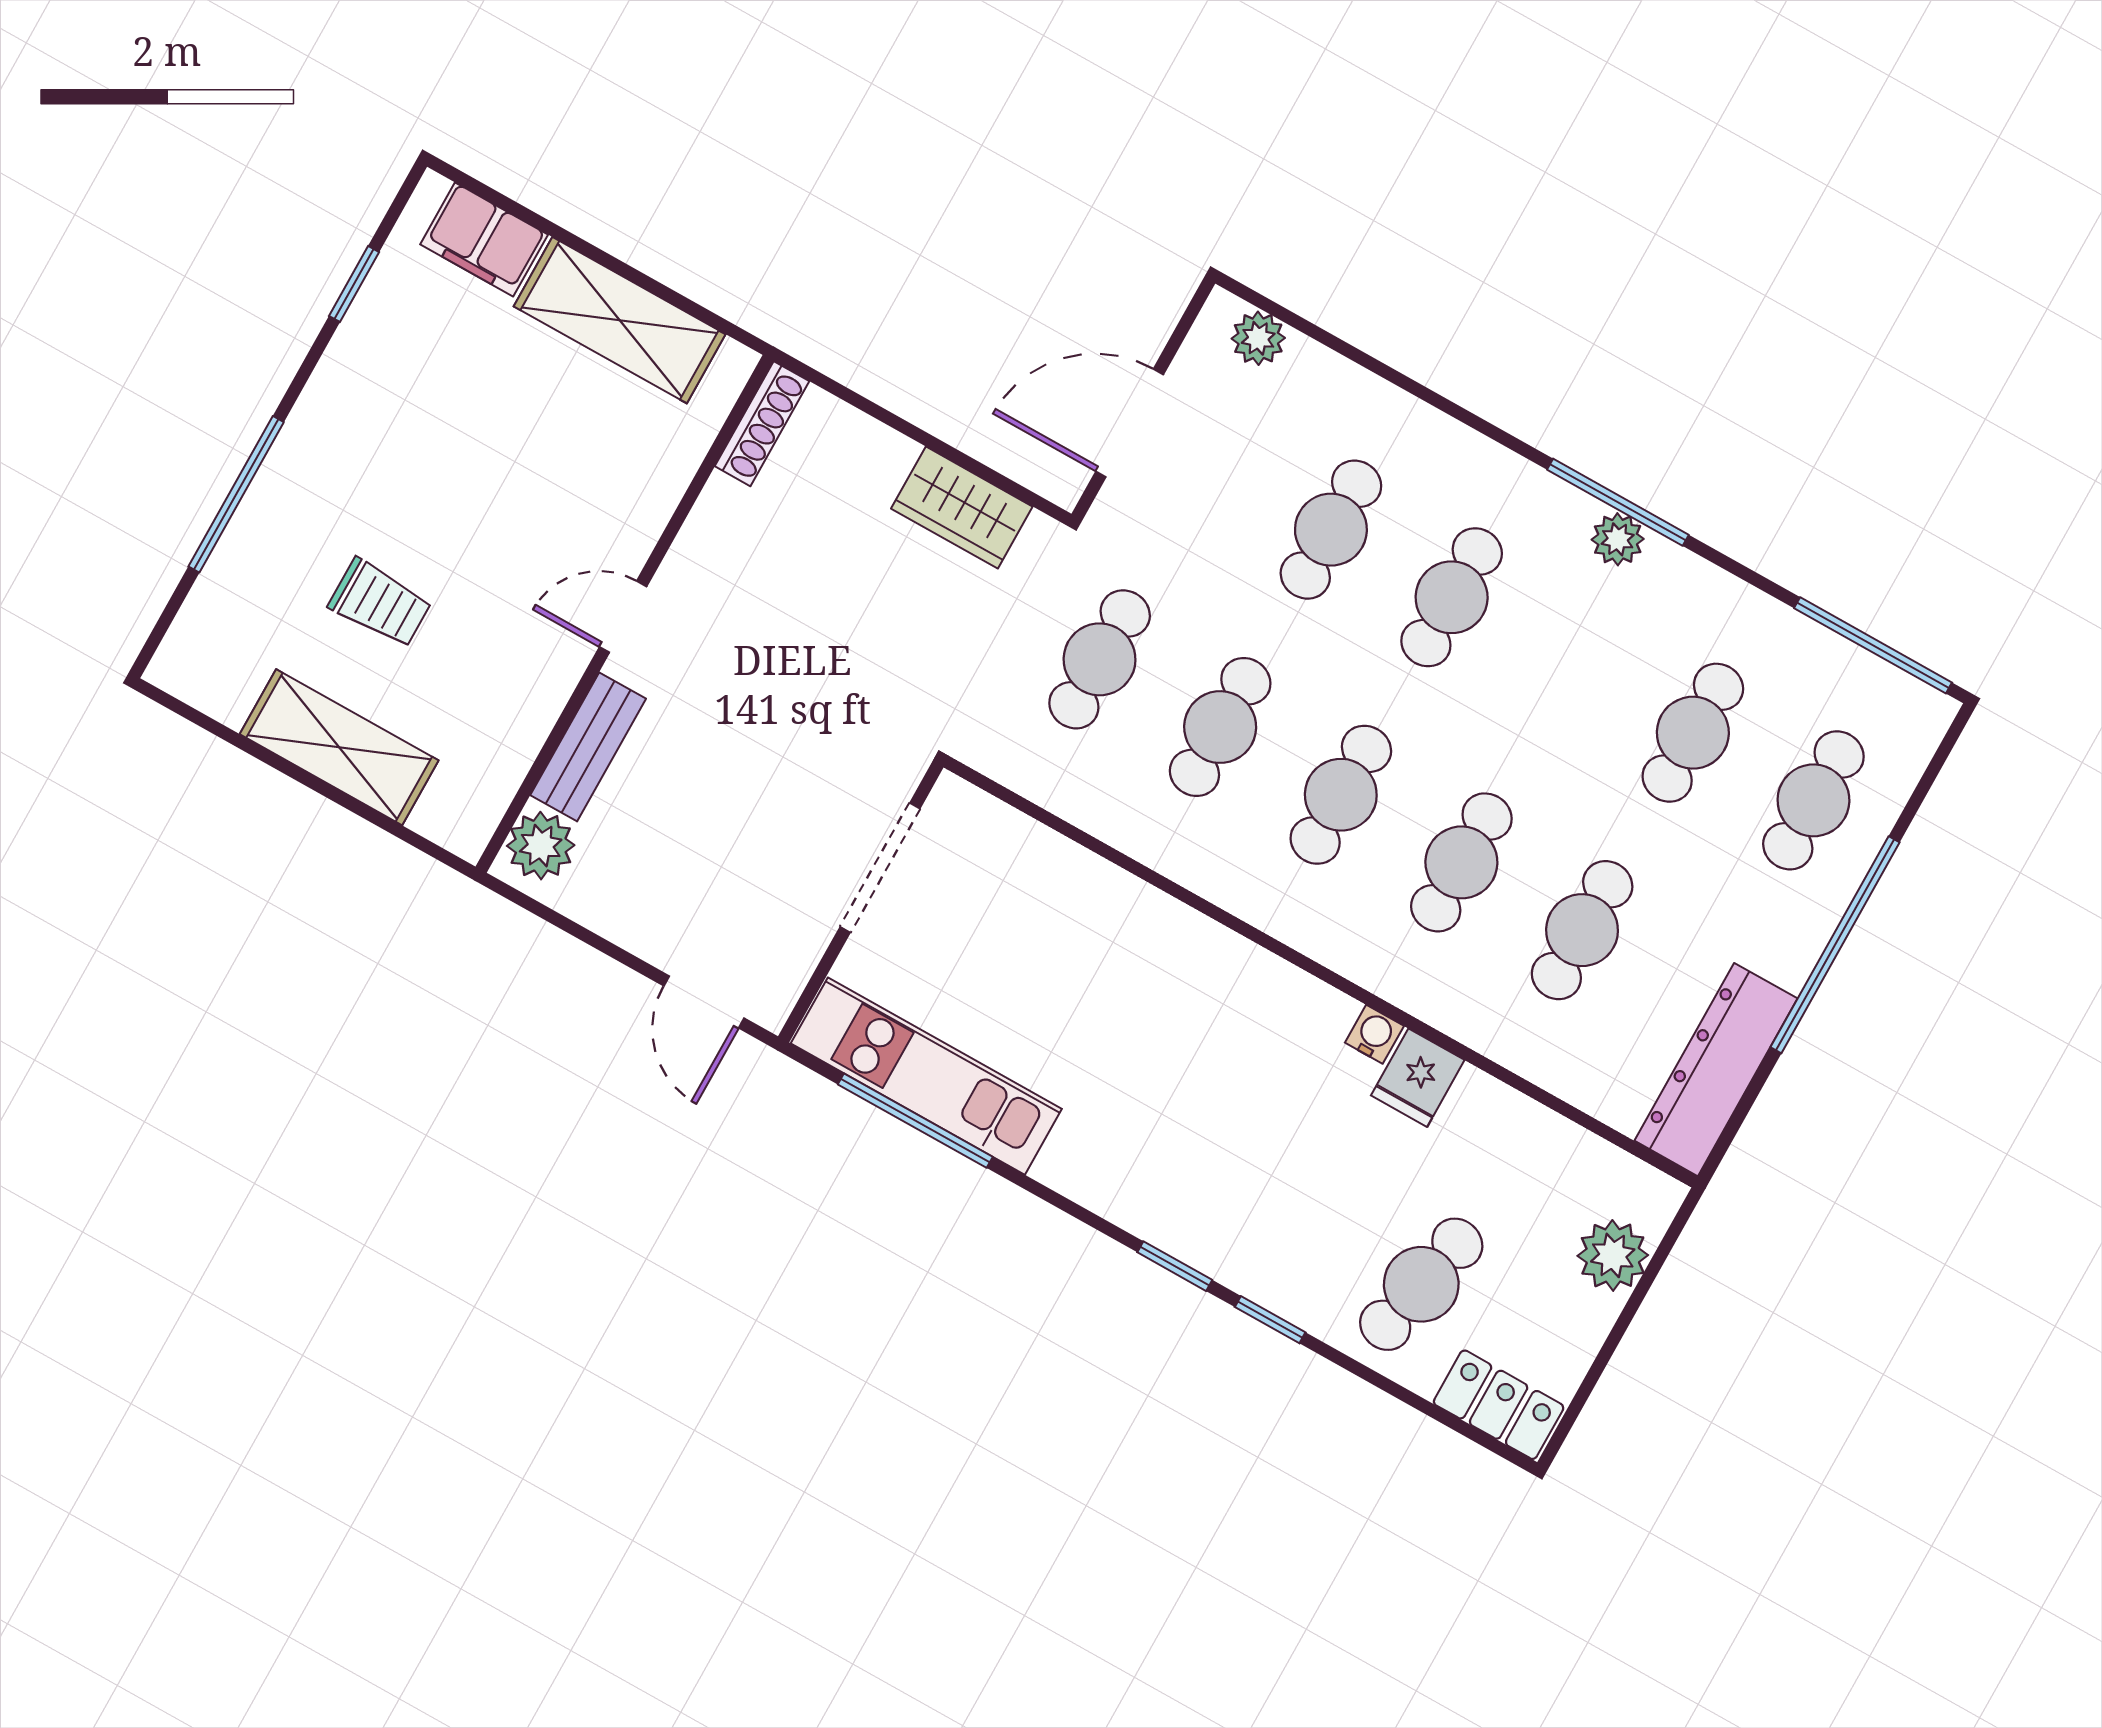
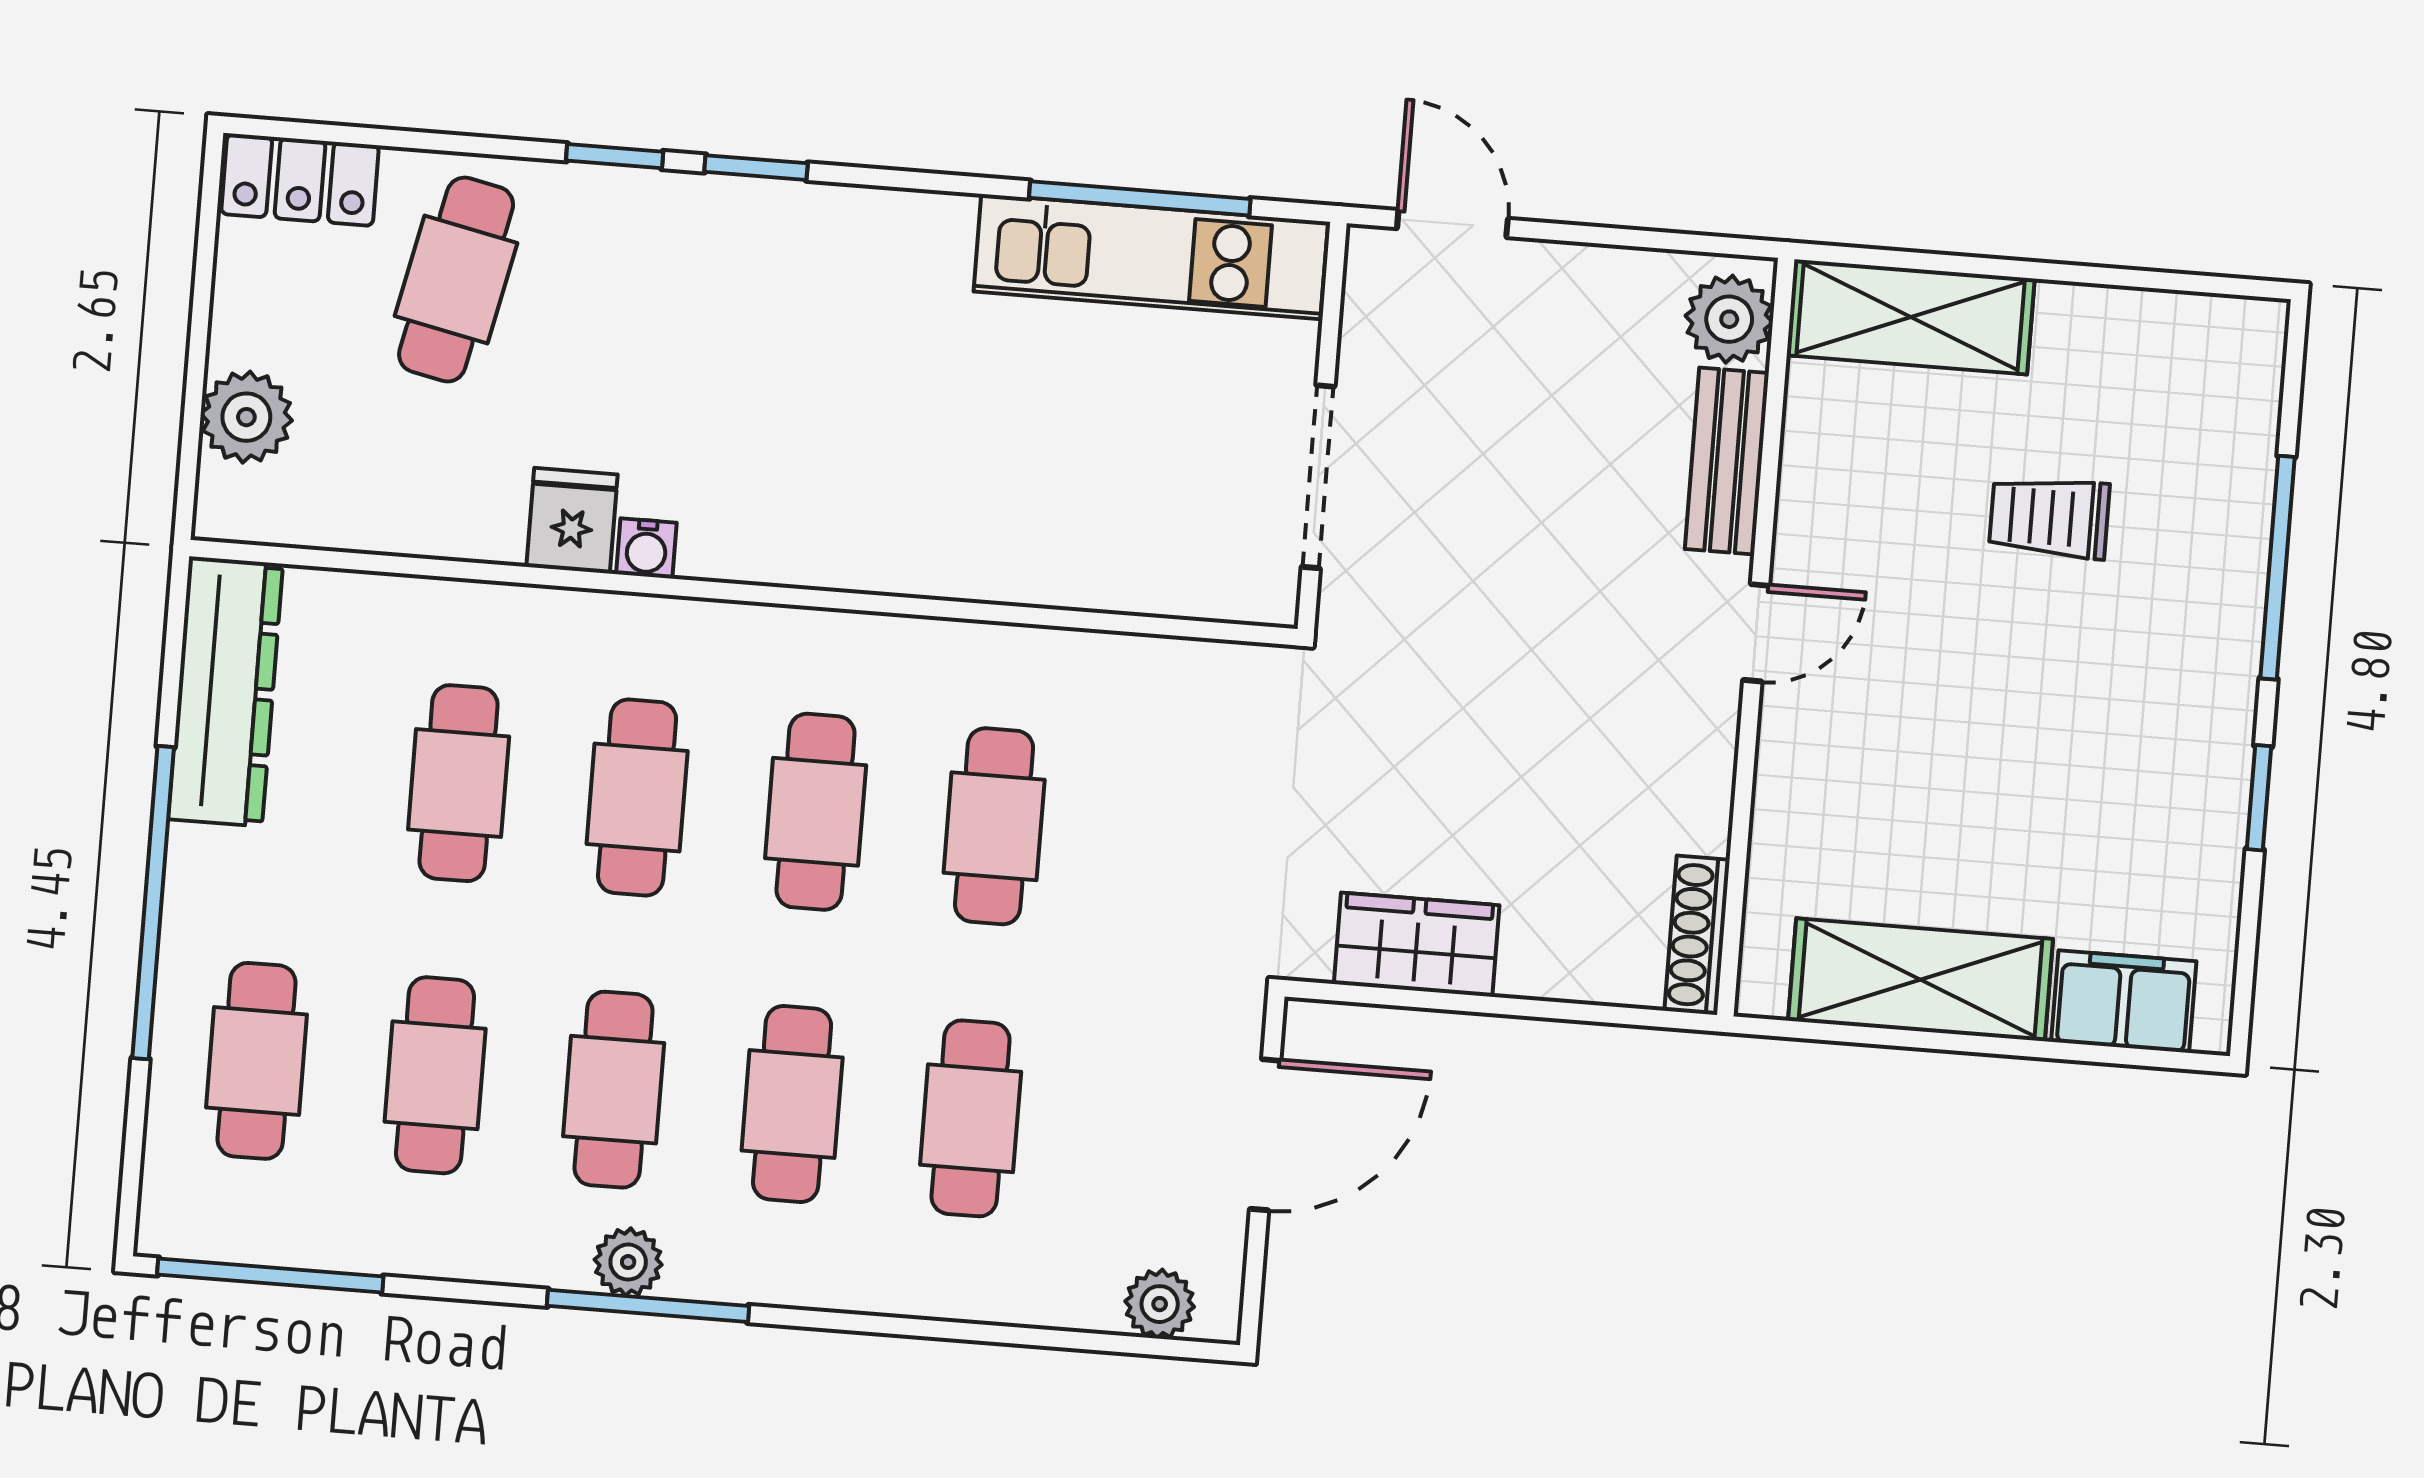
window: (354, 284) -> (2259, 798), moved
cafe table: (1100, 659) -> (614, 1090), moved
shelving: (339, 747) -> (1911, 317), moved

